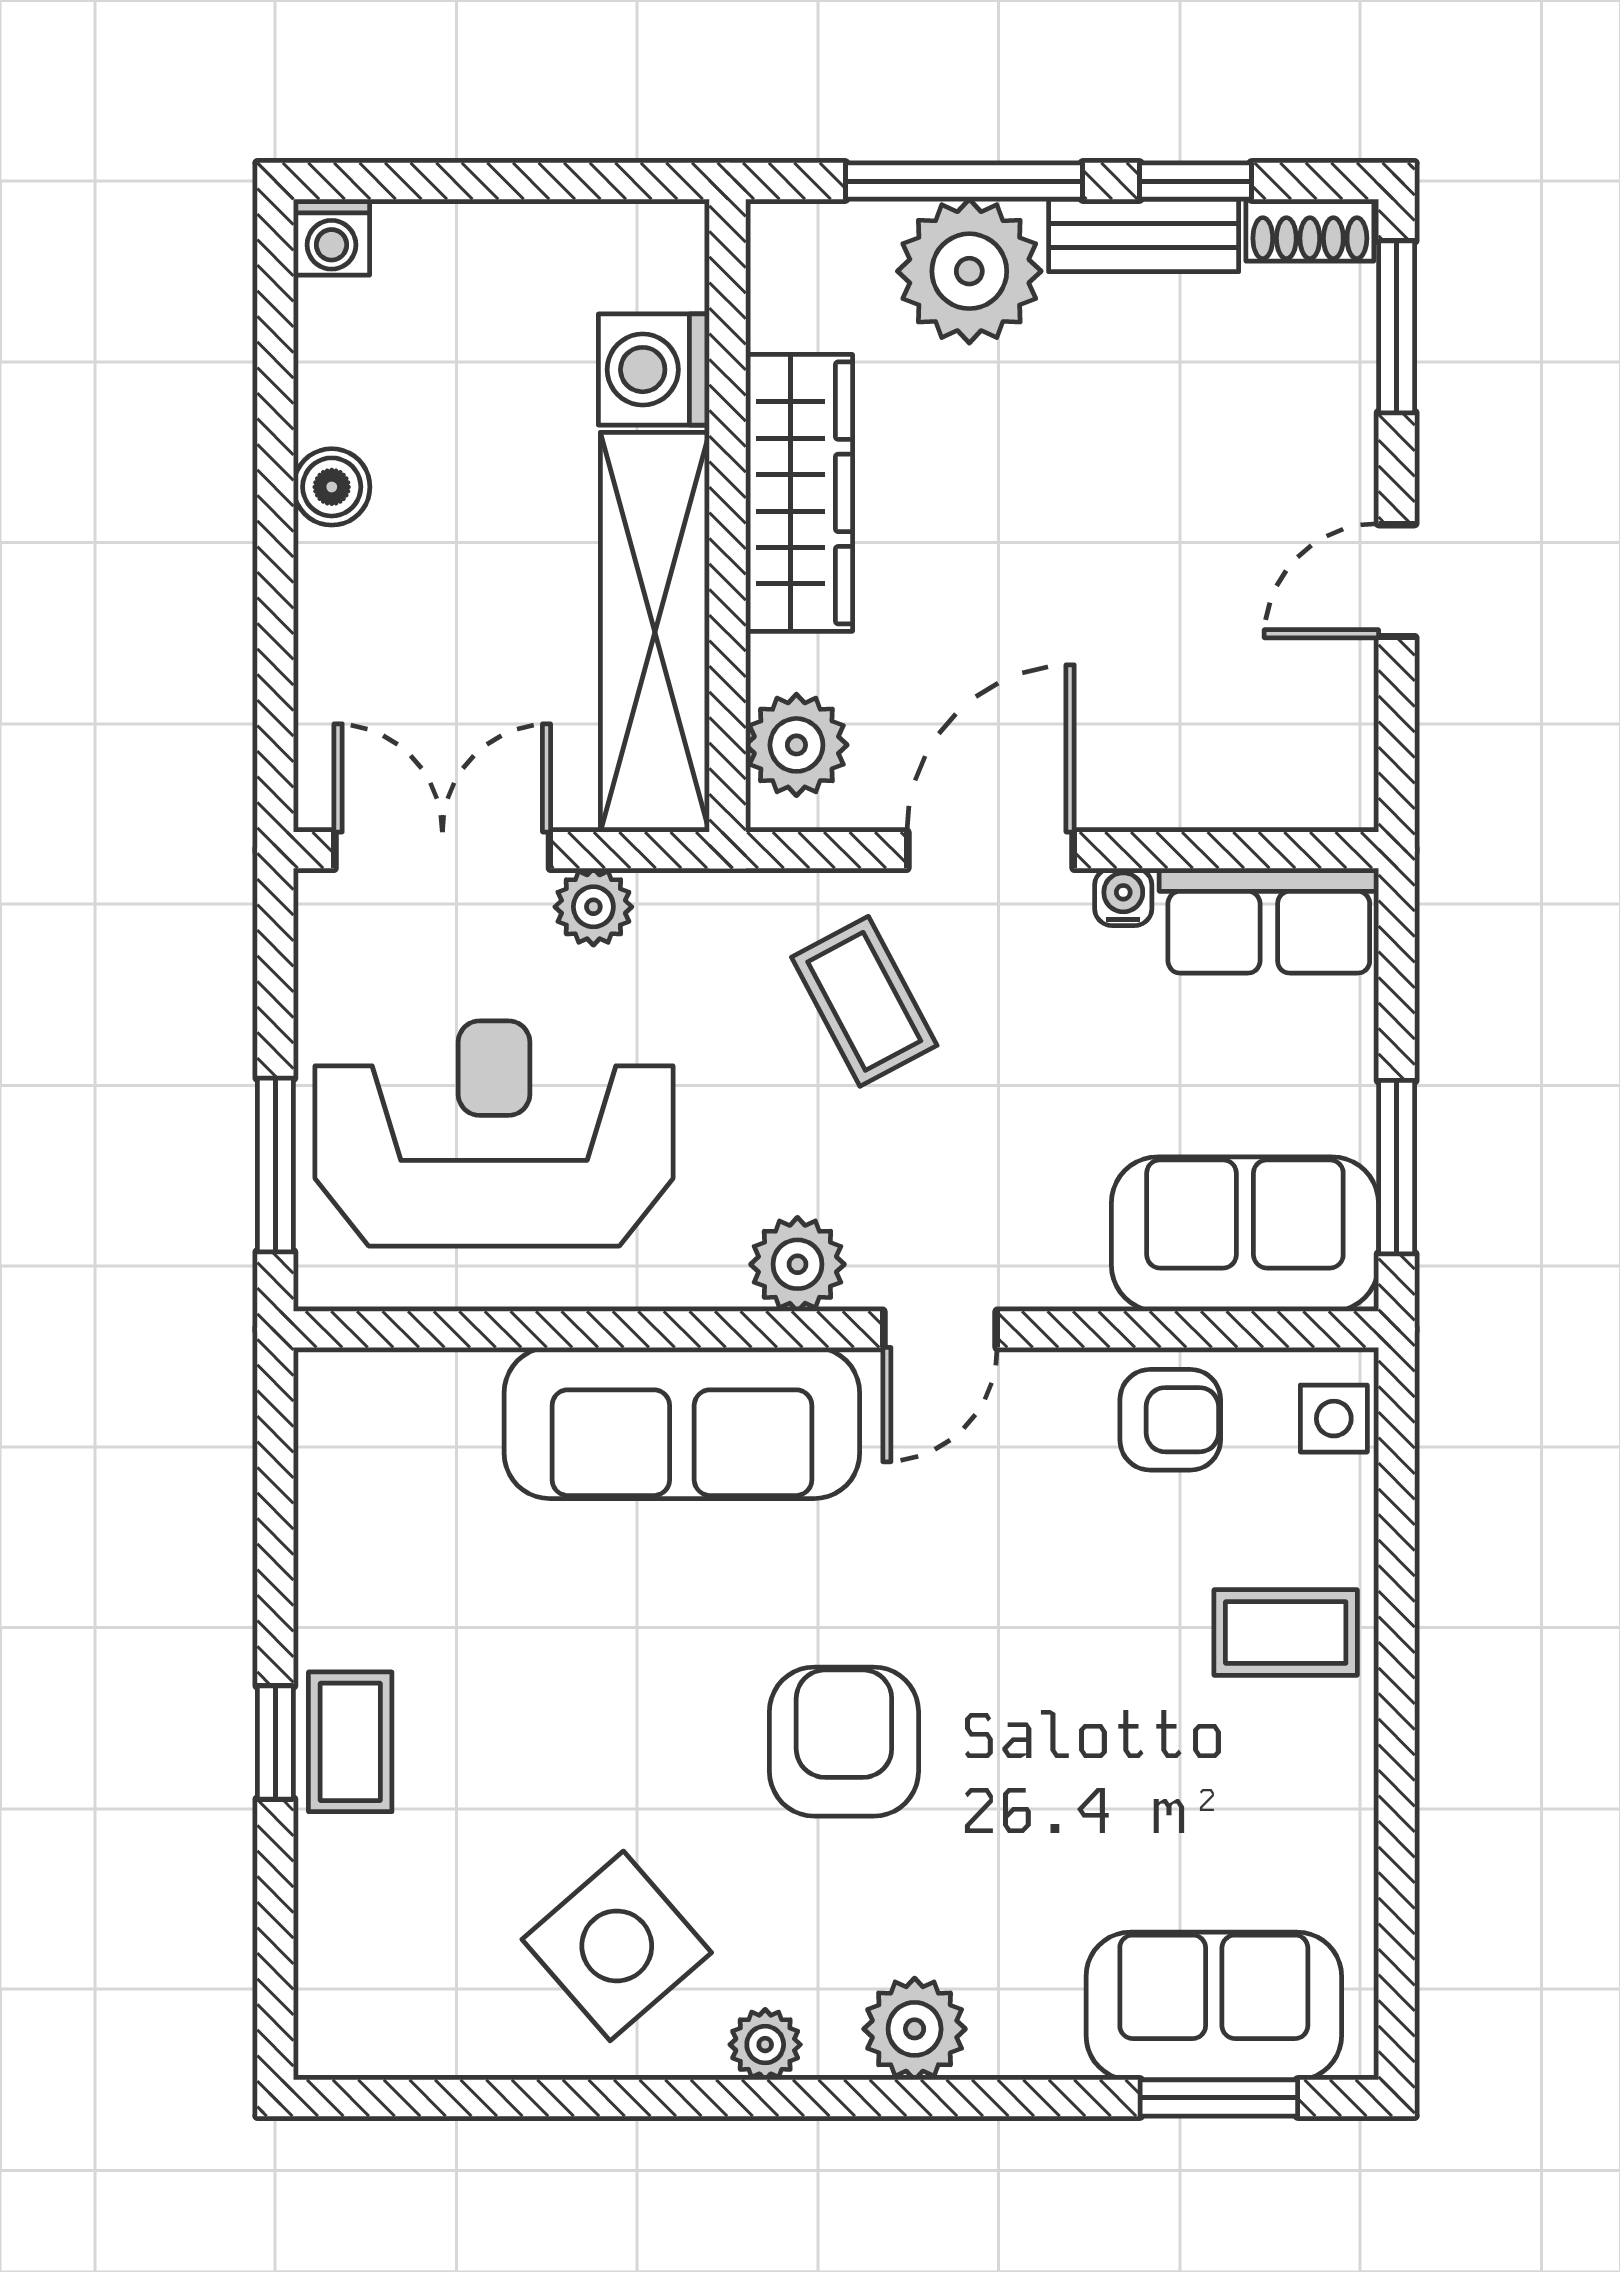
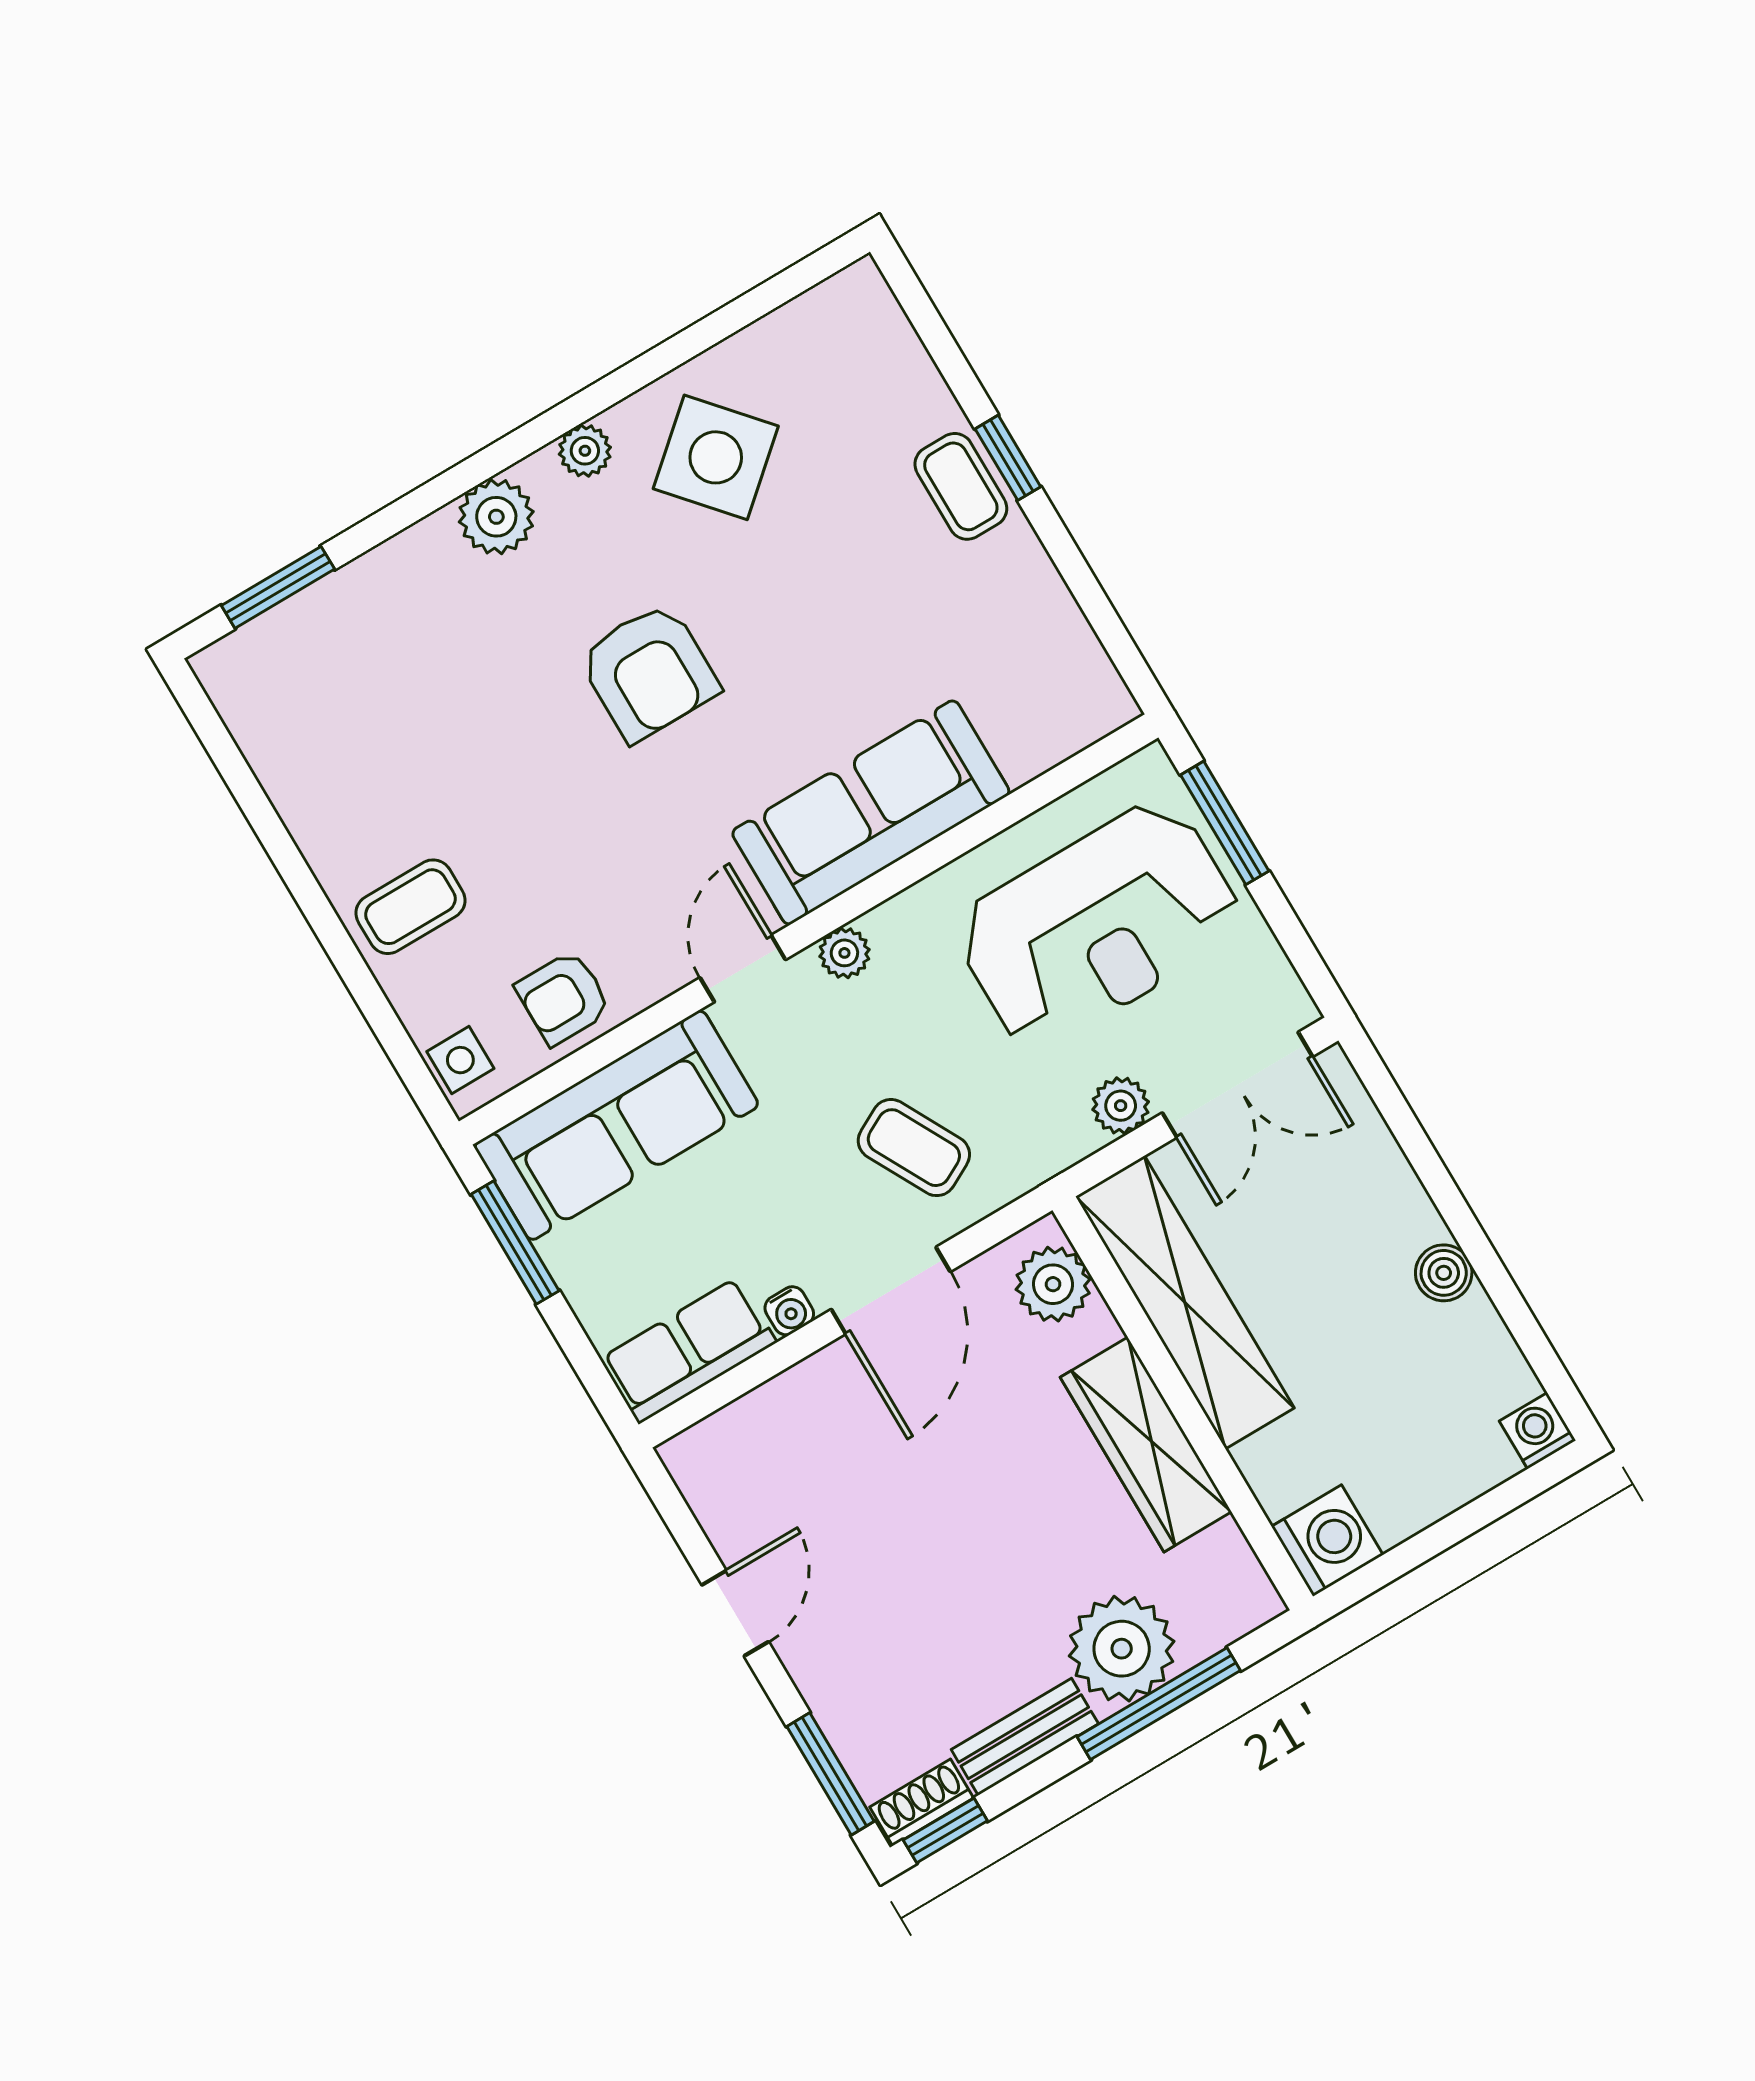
window: (1195, 181) -> (945, 1830), moved
washing machine: (654, 370) -> (1327, 1541), moved
sofa: (1245, 1234) -> (616, 1125), width x1.36
plant: (797, 1264) -> (844, 953), width x0.73, depth x0.73
sofa: (1214, 2006) -> (316, 644), removed

